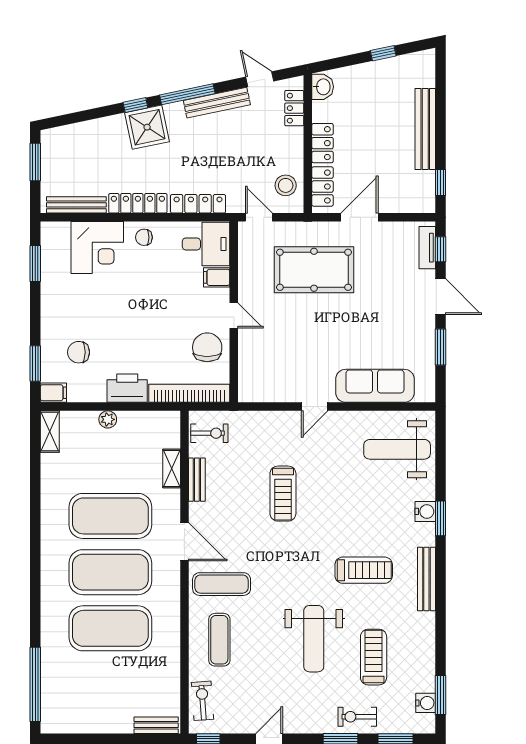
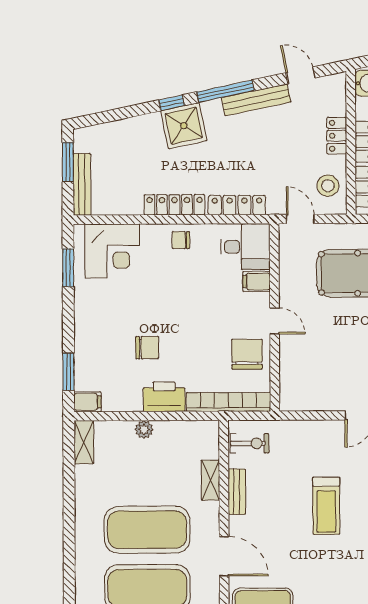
locker: (294, 108) -> (337, 136), moved
bench: (76, 205) -> (82, 184), moved, turned 90
corner desk: (97, 248) -> (112, 251), moved
chair: (79, 352) -> (147, 348), moved, turned 180

